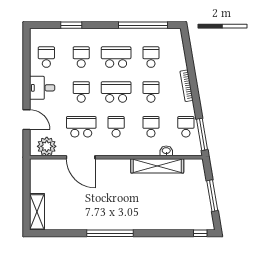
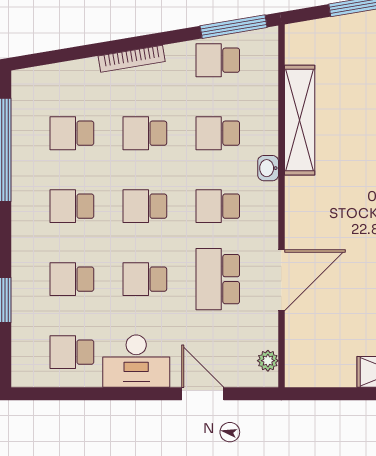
school desk: (116, 57) -> (72, 206), width x0.54
desk: (42, 88) -> (136, 361), width x1.37
school desk: (116, 92) -> (145, 206), width x0.54
door: (26, 120) -> (203, 394), hinge flipped
plant: (47, 146) -> (268, 361), width x0.53, depth x0.53
washbasin: (166, 151) -> (268, 168), moved

